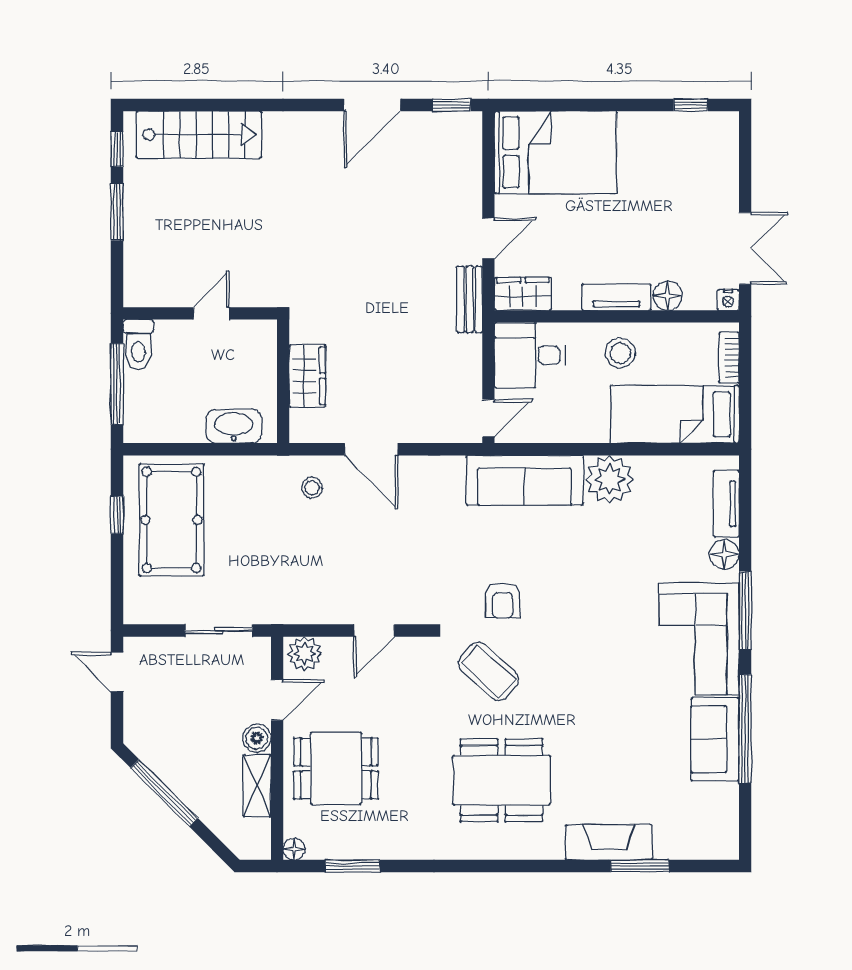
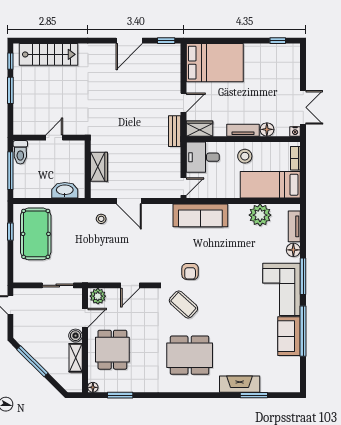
plant: (610, 479) -> (260, 215), moved
dining table: (336, 768) -> (112, 350), turned 90

